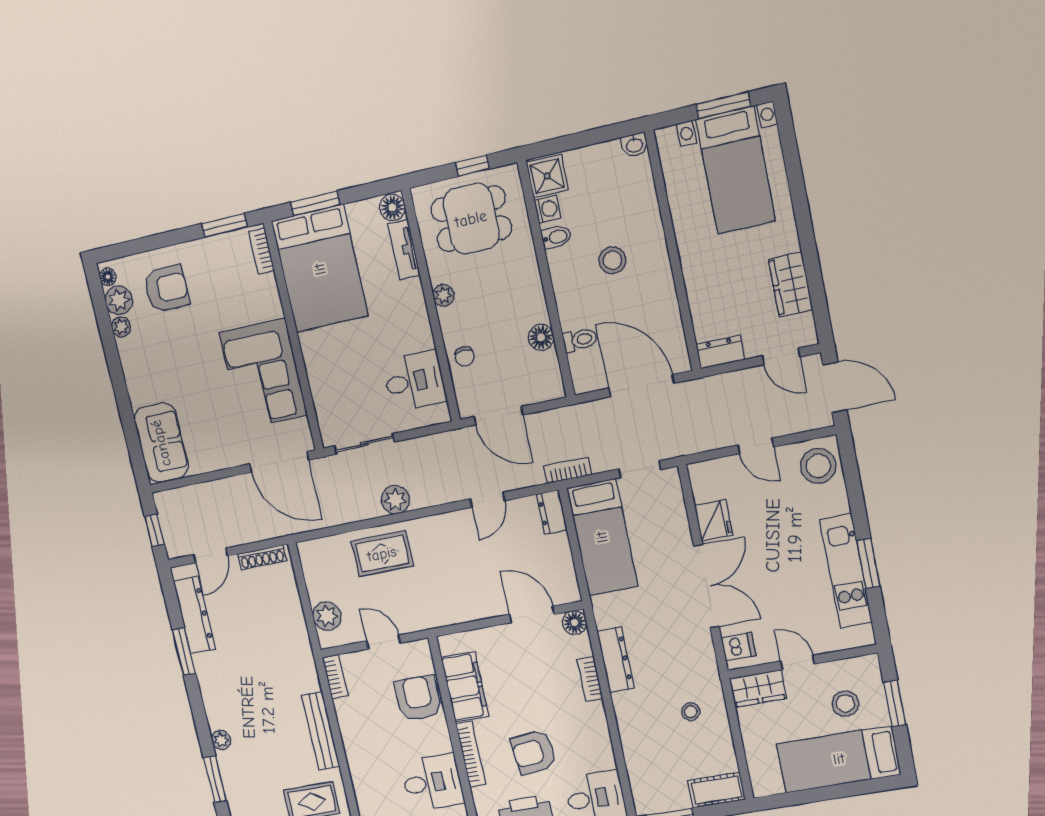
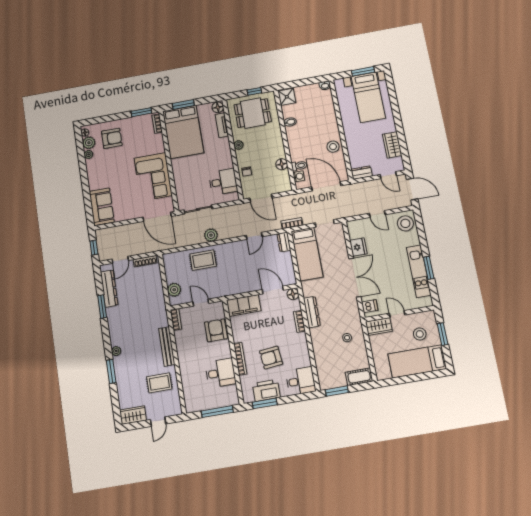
washing machine: (547, 209) -> (299, 176), moved
stool: (612, 260) -> (333, 147), moved
filing cabinet: (465, 687) -> (244, 305), moved, turned 90

